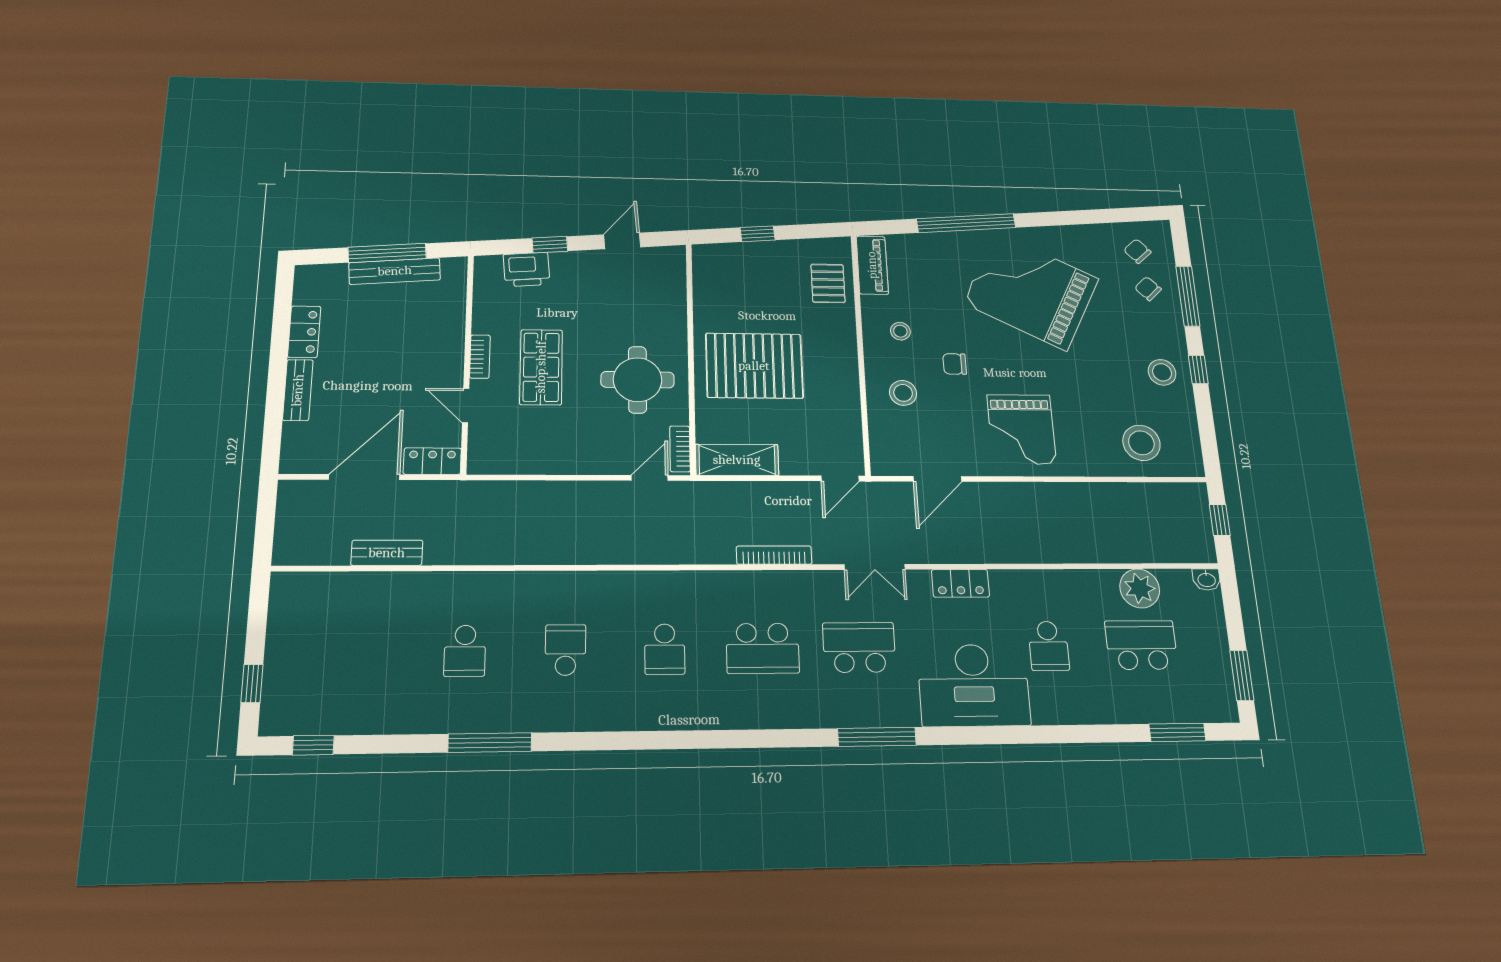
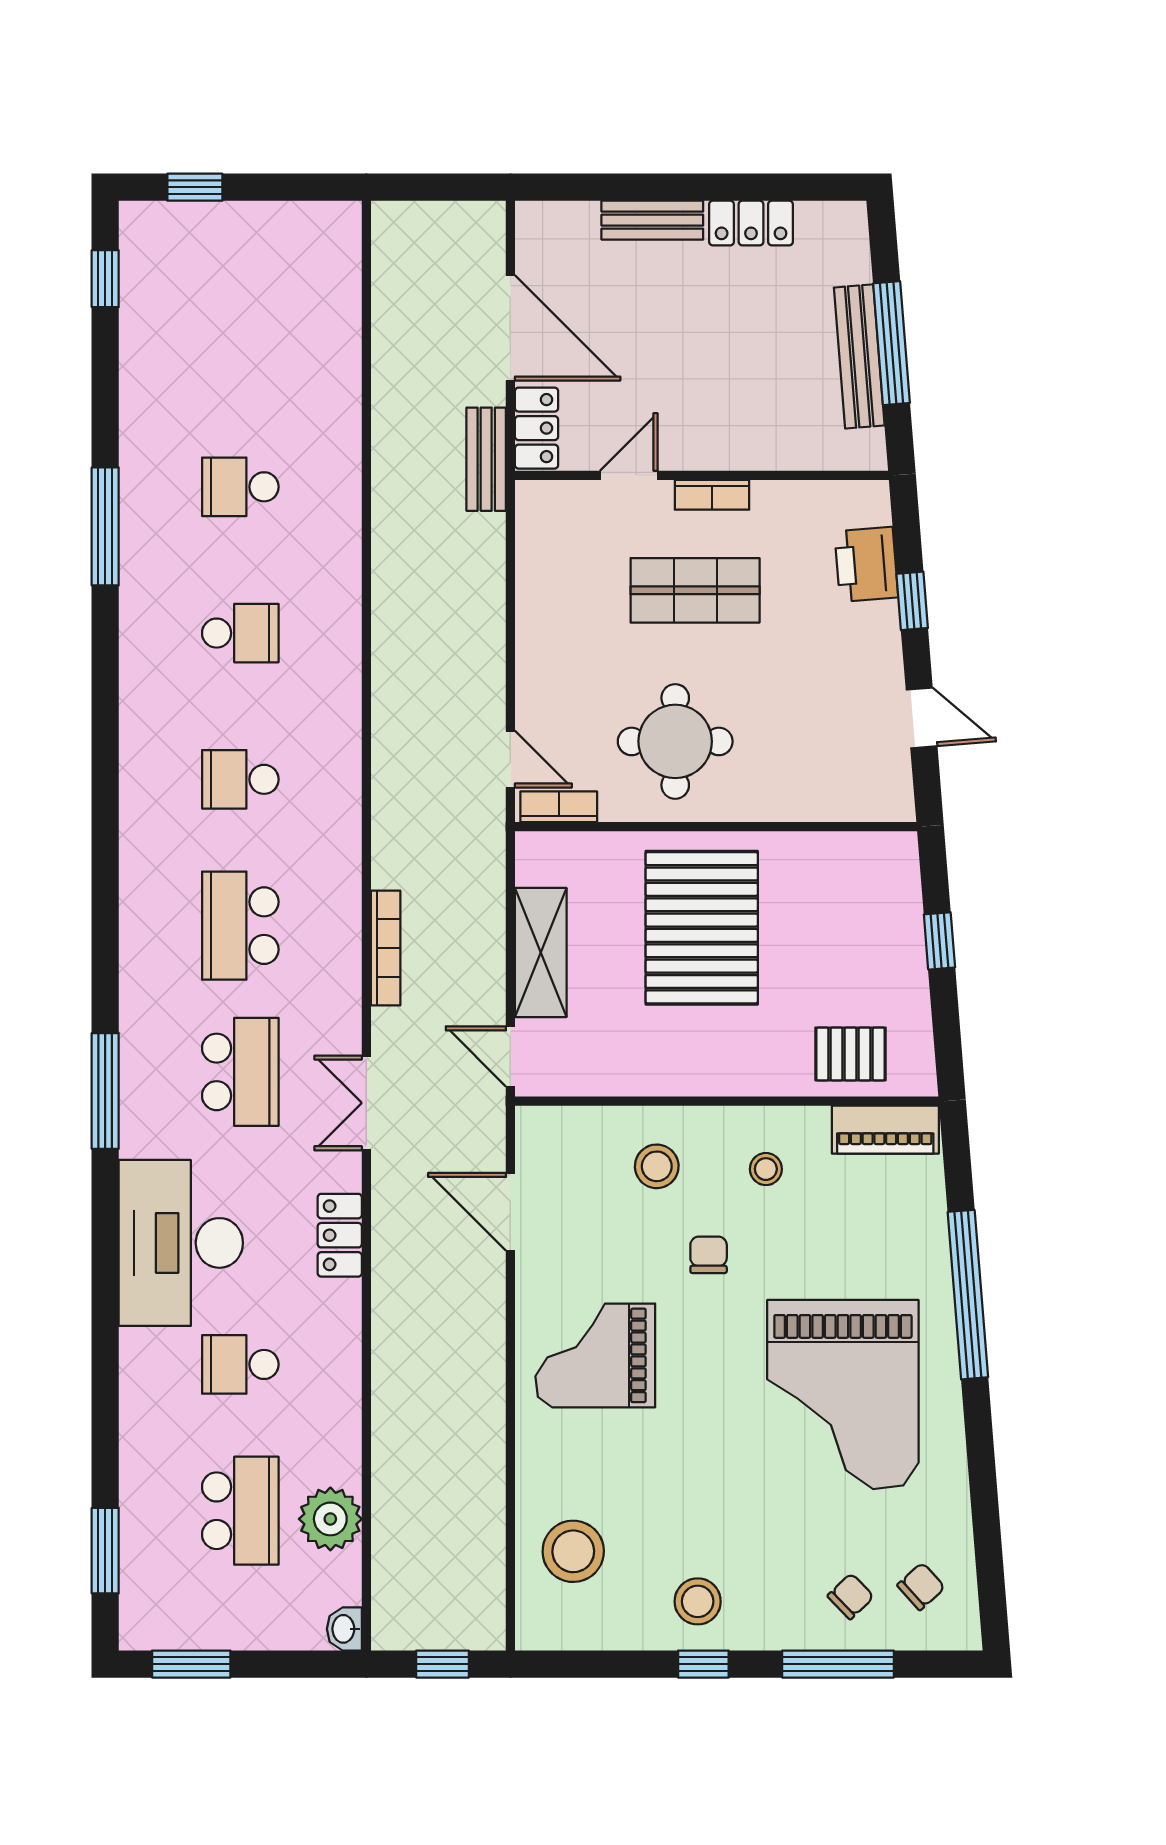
grand piano: (1031, 291) -> (843, 1395), turned 153
shelving: (737, 460) -> (541, 952), moved
bench: (387, 553) -> (486, 459), moved

